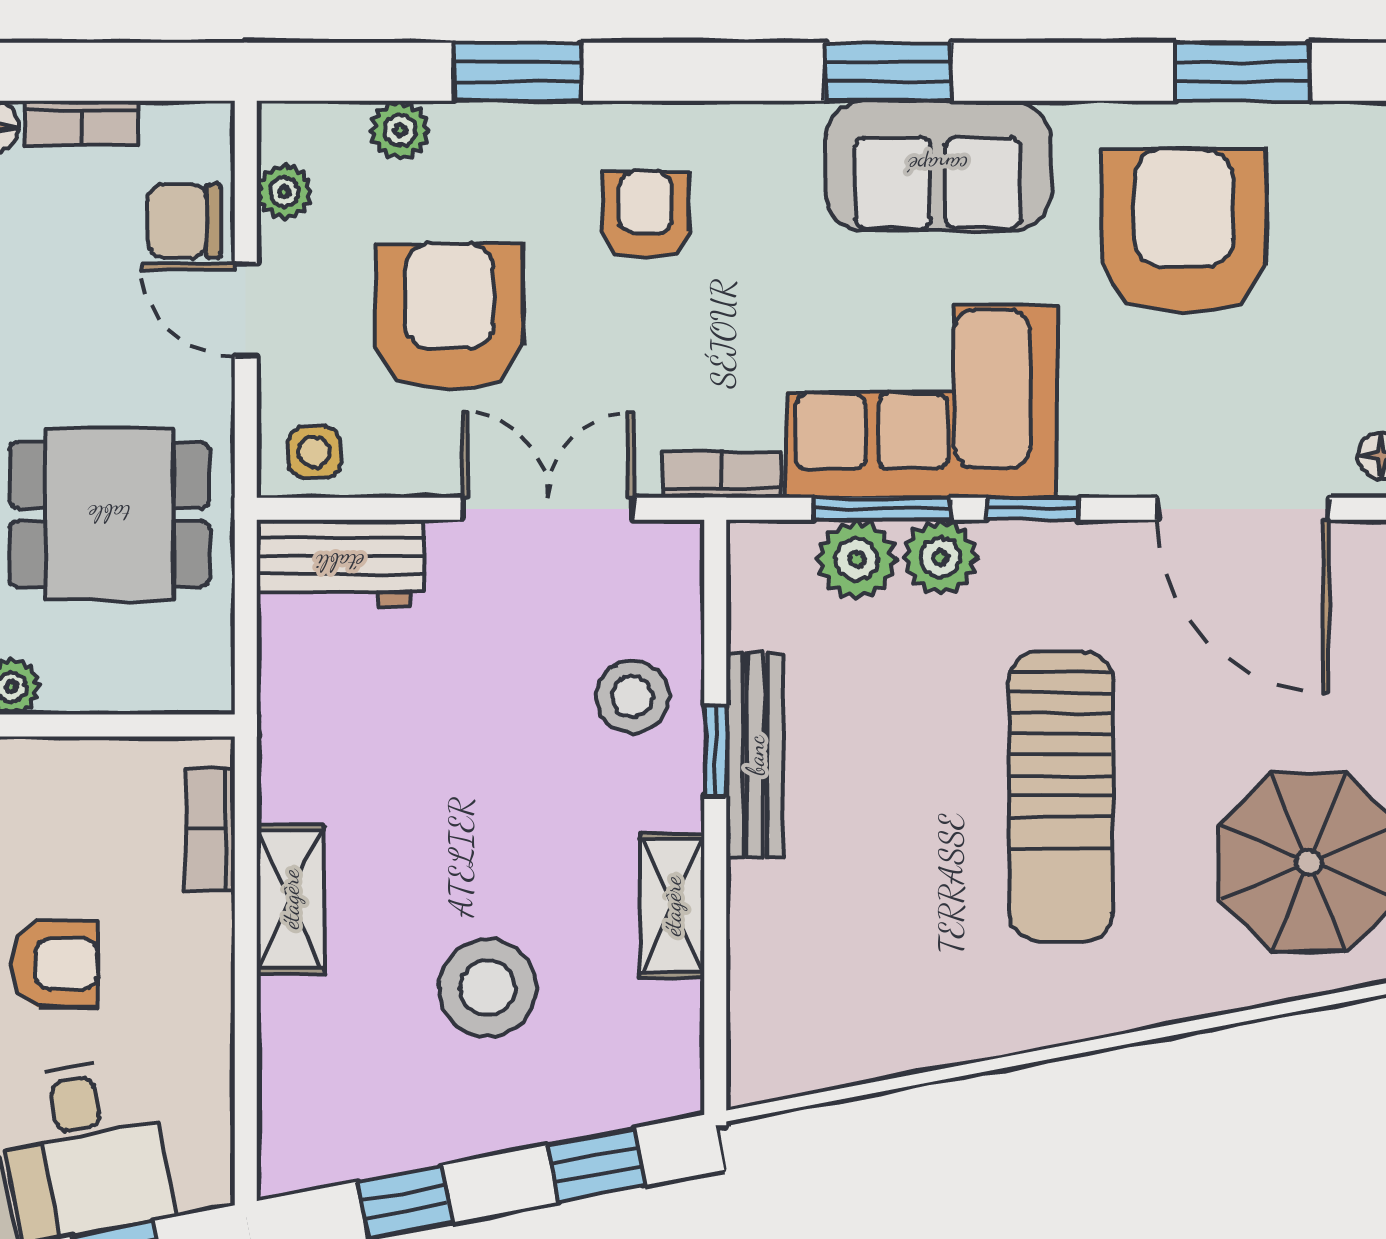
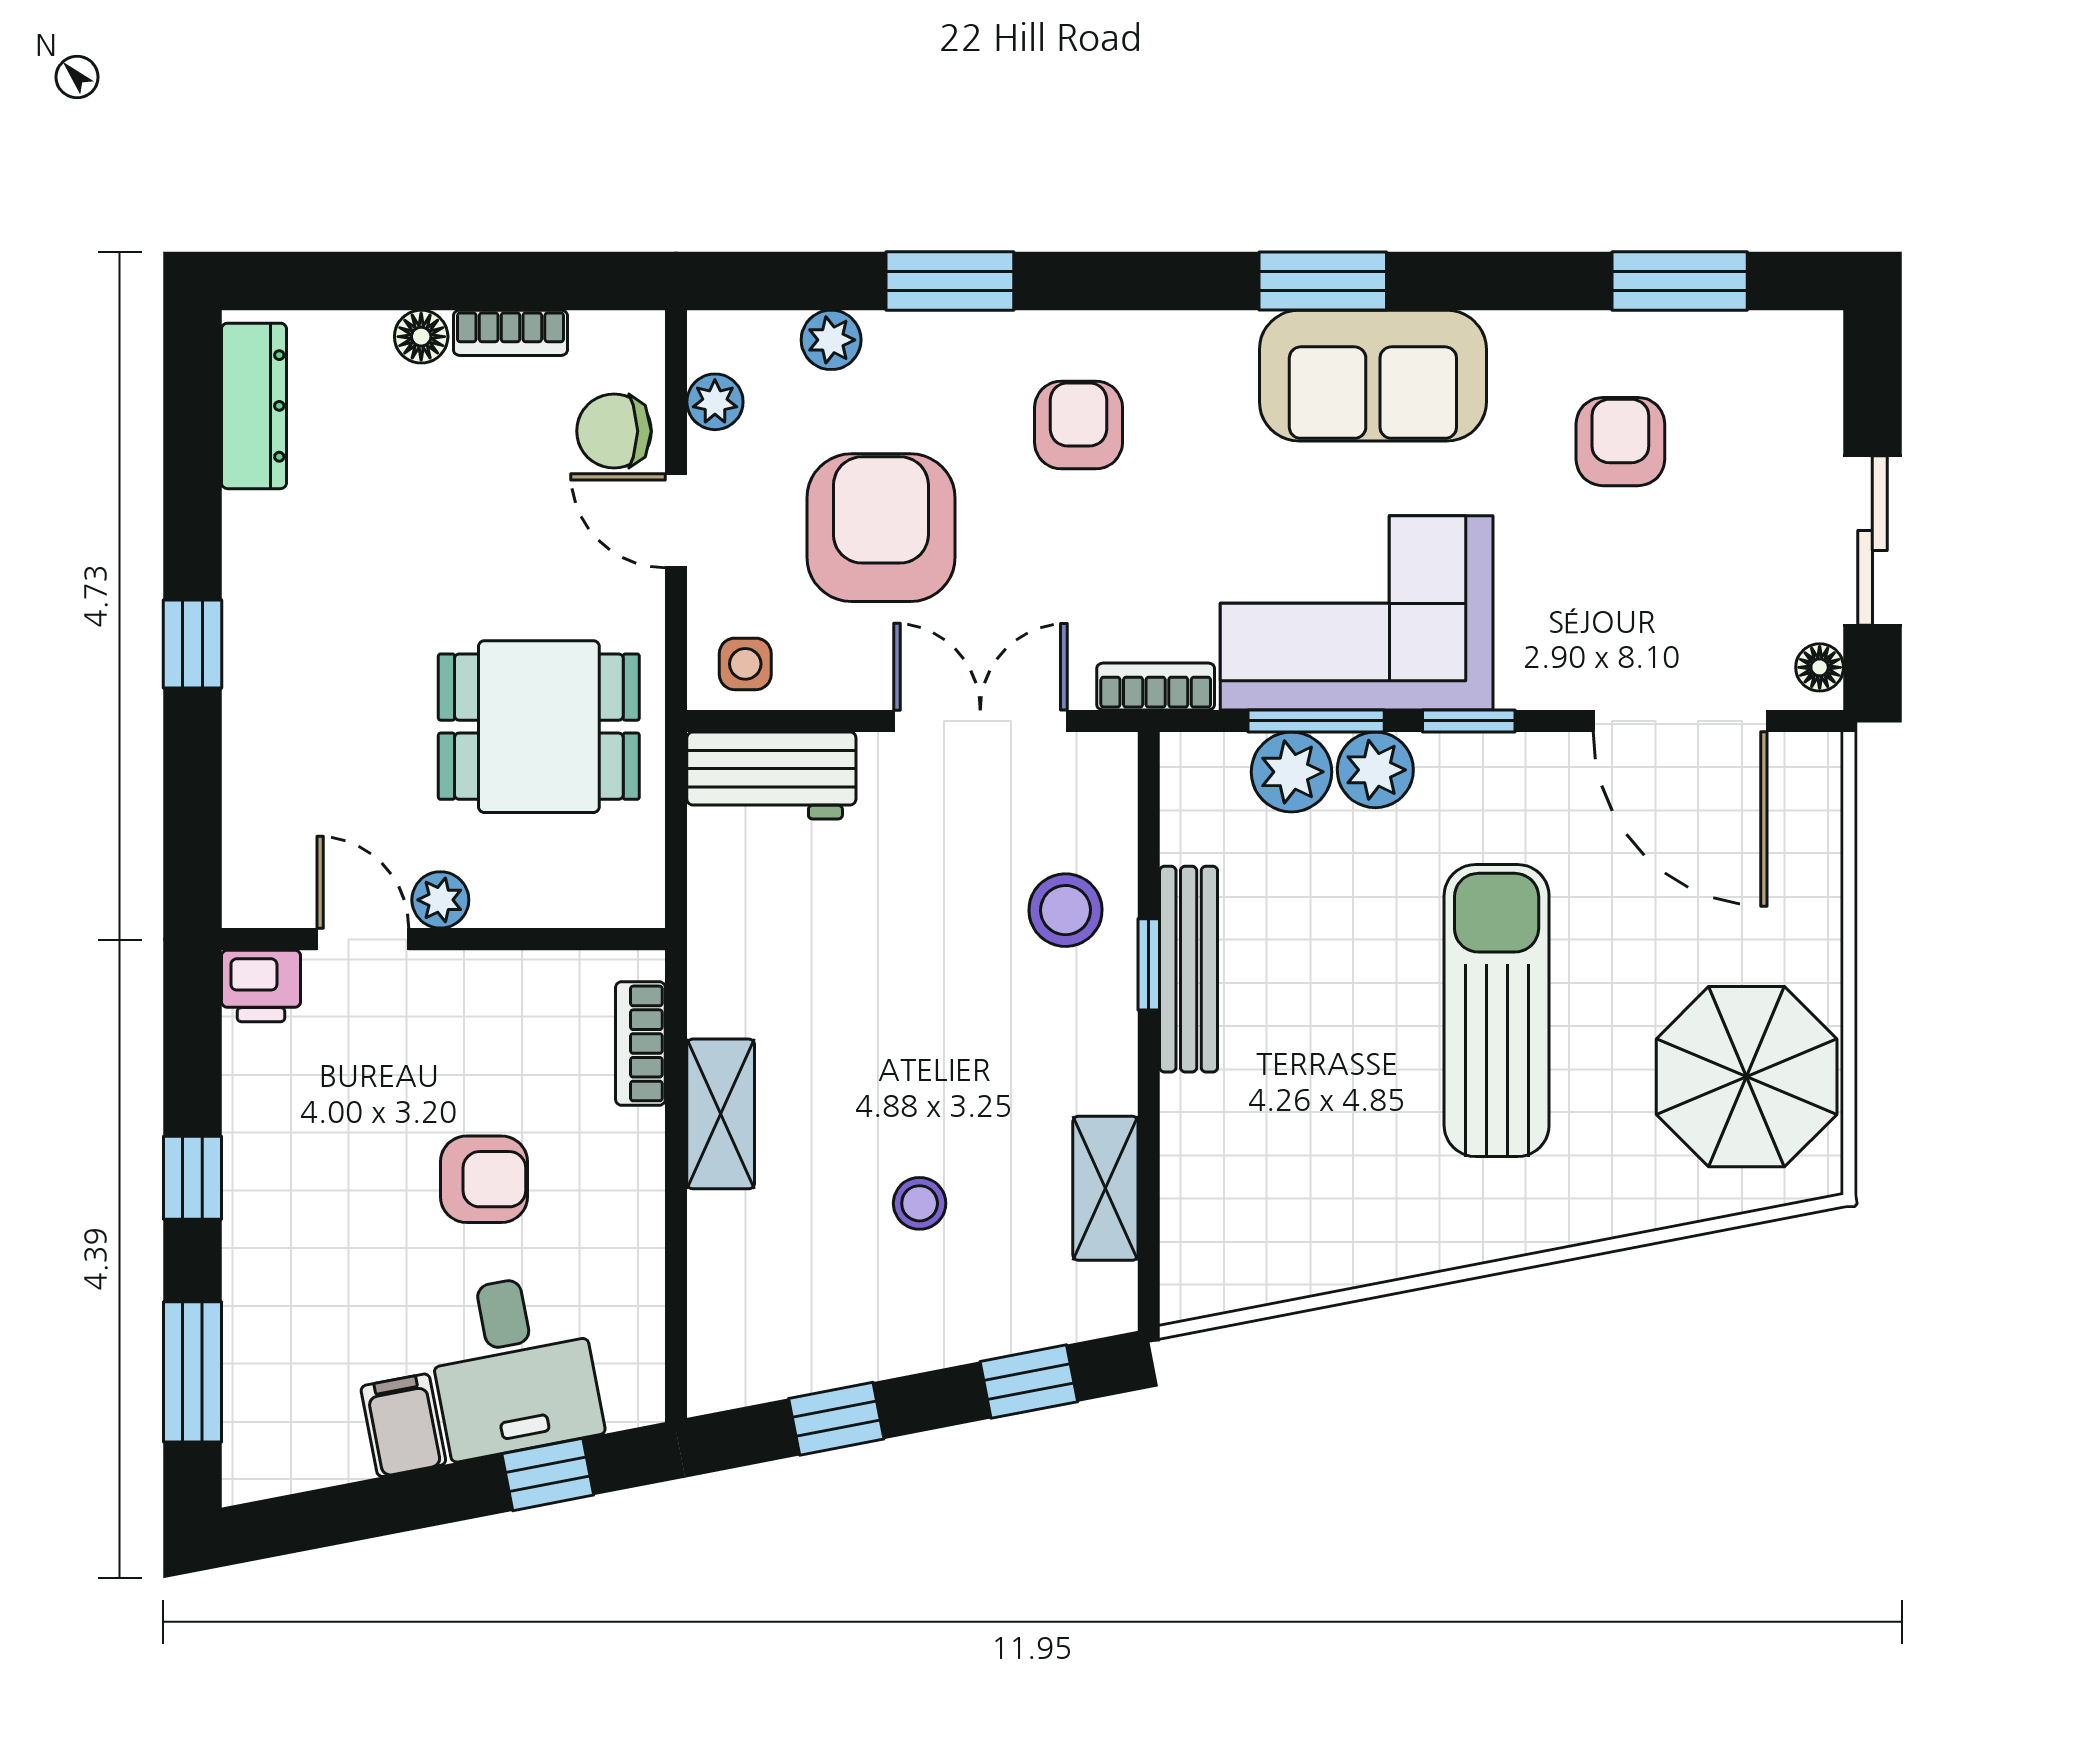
armchair: (1184, 231) -> (1620, 442), width x0.53, depth x0.53
sun lounger: (1061, 797) -> (1497, 1011), turned 180
shelving: (672, 906) -> (1105, 1188), moved
stool: (487, 988) -> (920, 1203), width x0.53, depth x0.53

